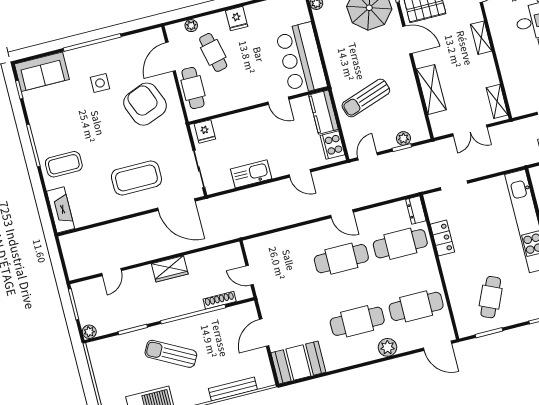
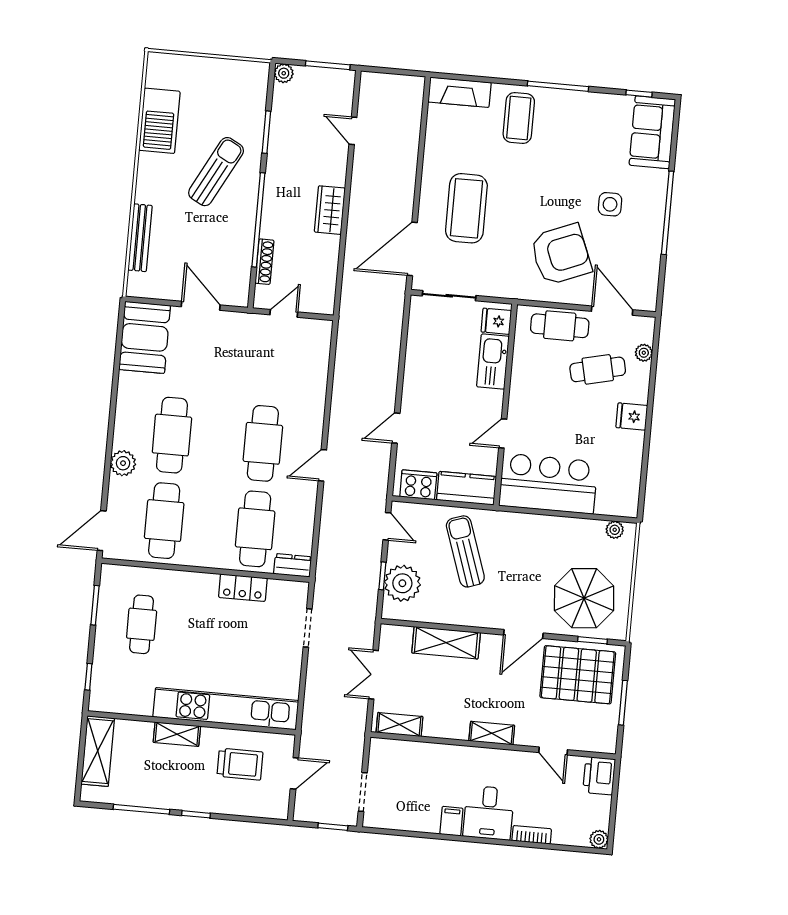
plant: (403, 138) -> (402, 583), width x1.87, depth x1.87
kitchen sink: (251, 174) -> (493, 362), moved, turned 180
cafe table: (491, 297) -> (142, 624), turned 66

